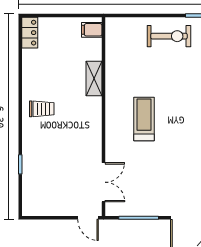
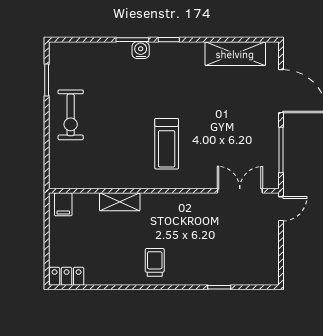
exercise bike: (169, 36) -> (71, 115), turned 180
treadmill: (144, 119) -> (167, 144), turned -90

